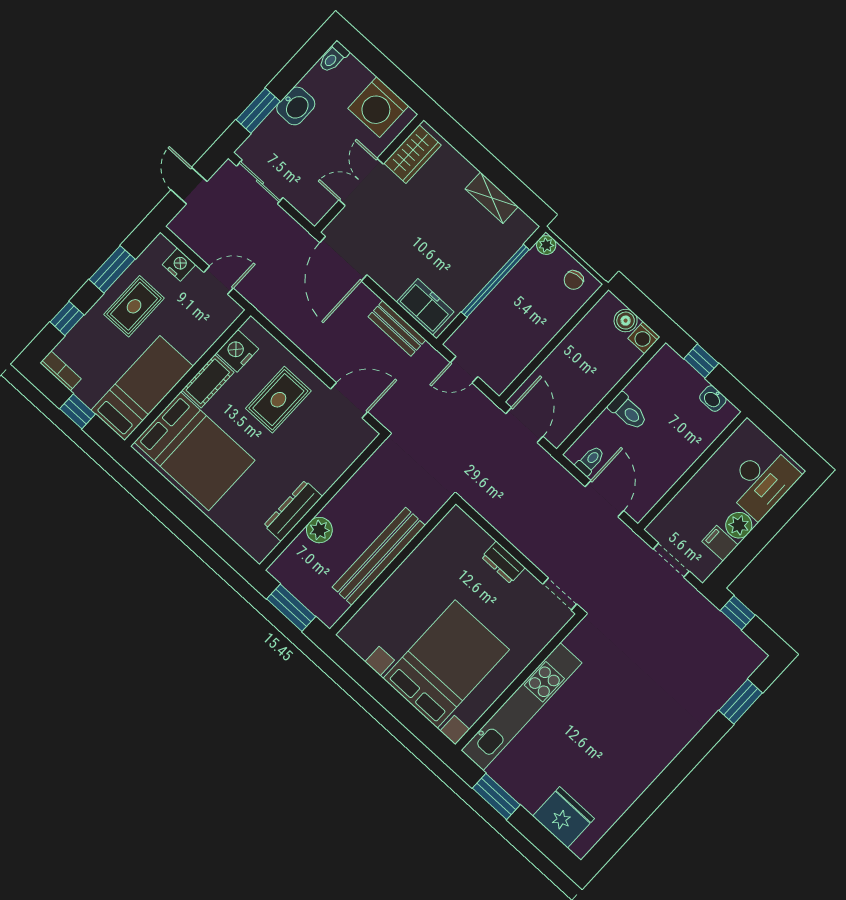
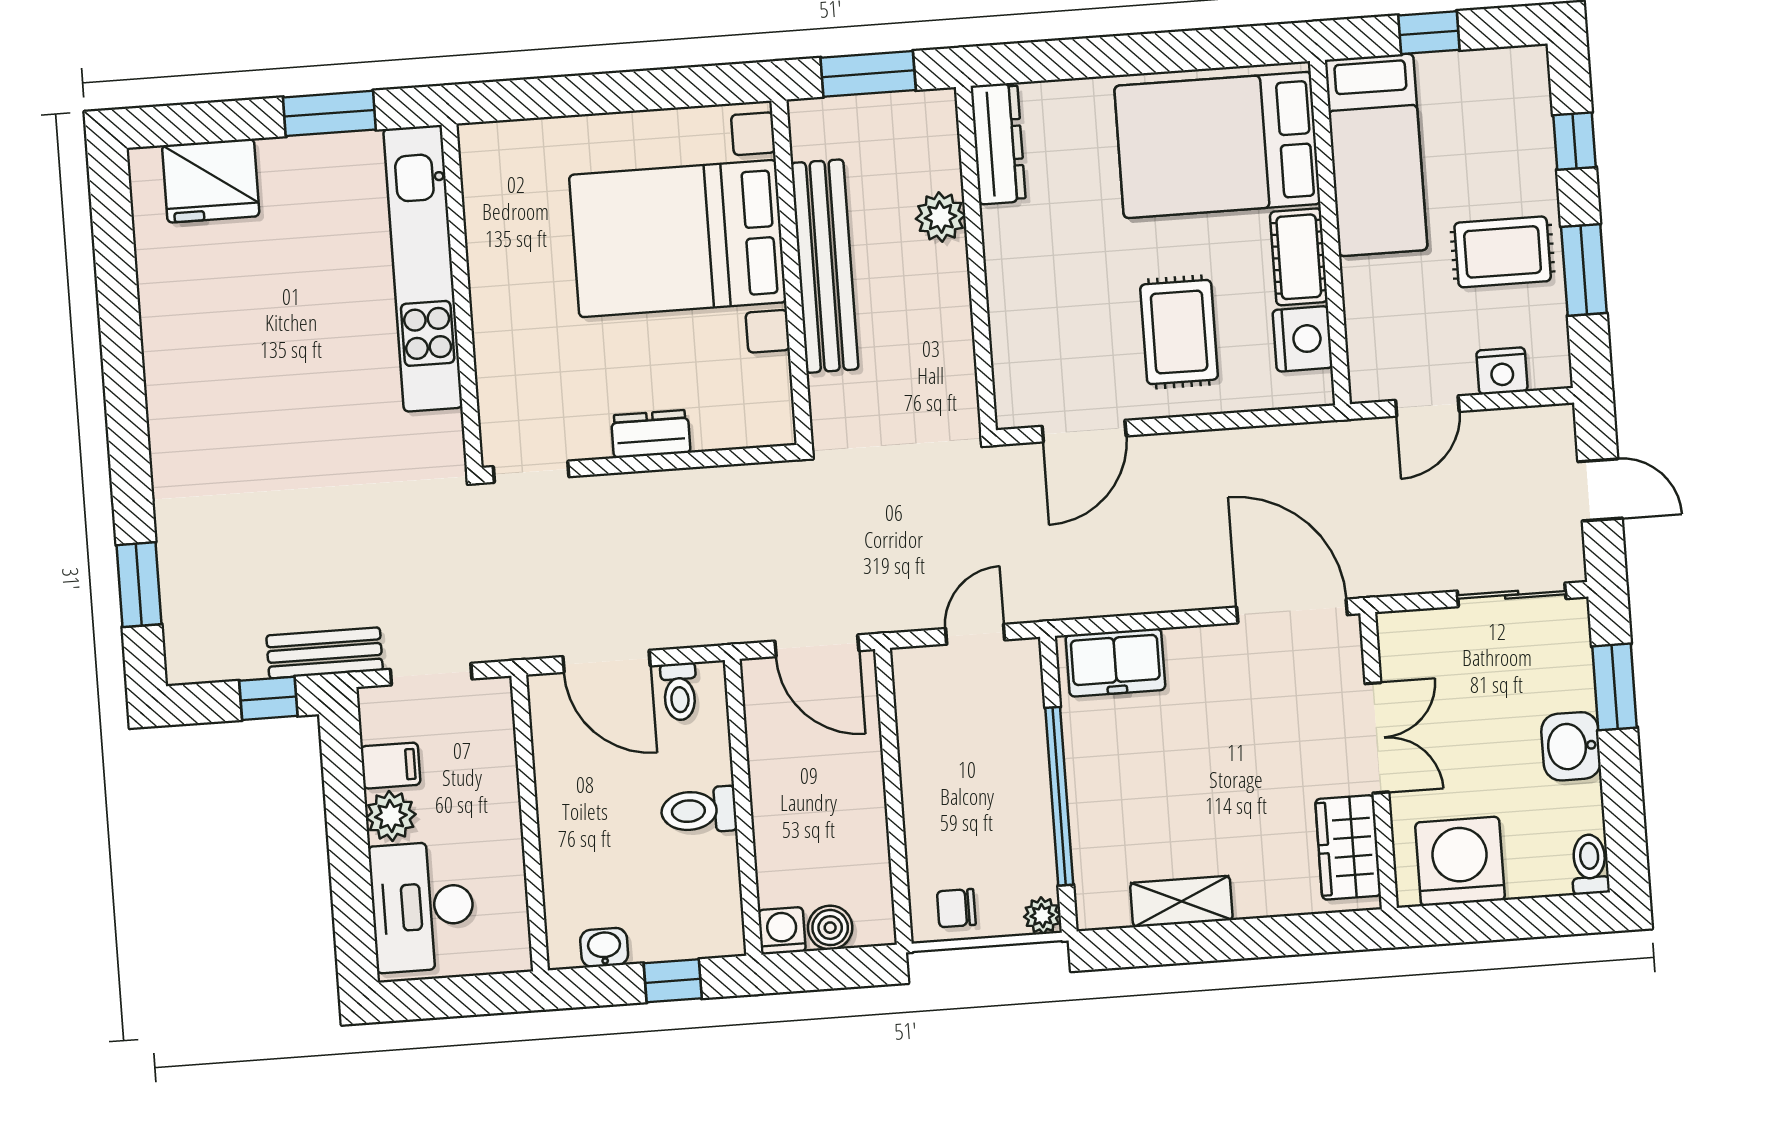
chair: (574, 280) -> (956, 908), turned -80
rug: (134, 306) -> (1503, 252), turned 90
bench: (397, 328) -> (325, 653), moved
bookcase: (61, 371) -> (1509, 62), removed
dresser: (293, 511) -> (998, 144), moved
bed with nightstands: (446, 664) -> (678, 239), moved, turned 90

